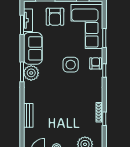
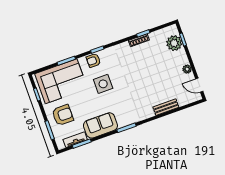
plant: (31, 73) -> (124, 119), removed

